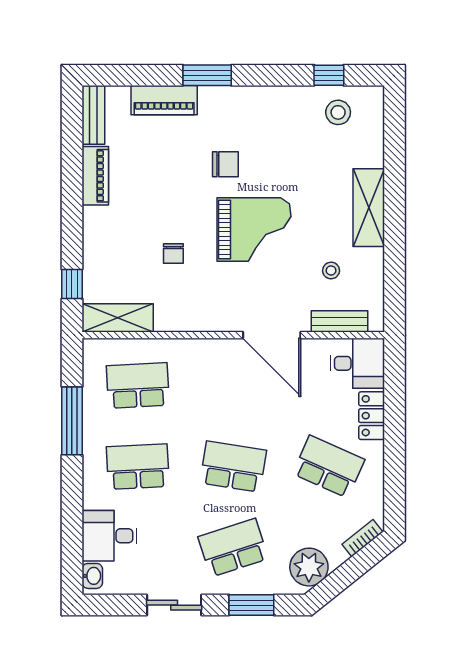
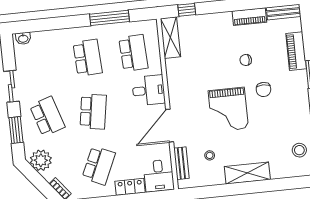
chair: (173, 253) -> (246, 60), moved
desk: (110, 536) -> (149, 90), moved, turned 90

